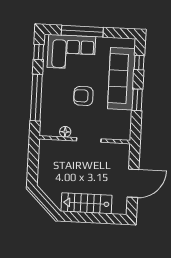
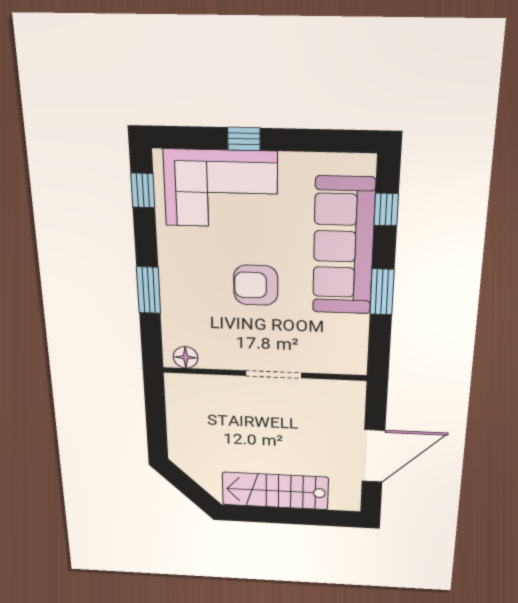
window: (82, 31) -> (244, 139), width x0.32
window: (36, 98) -> (149, 290), width x0.47
floor lamp: (65, 132) -> (186, 357), moved

